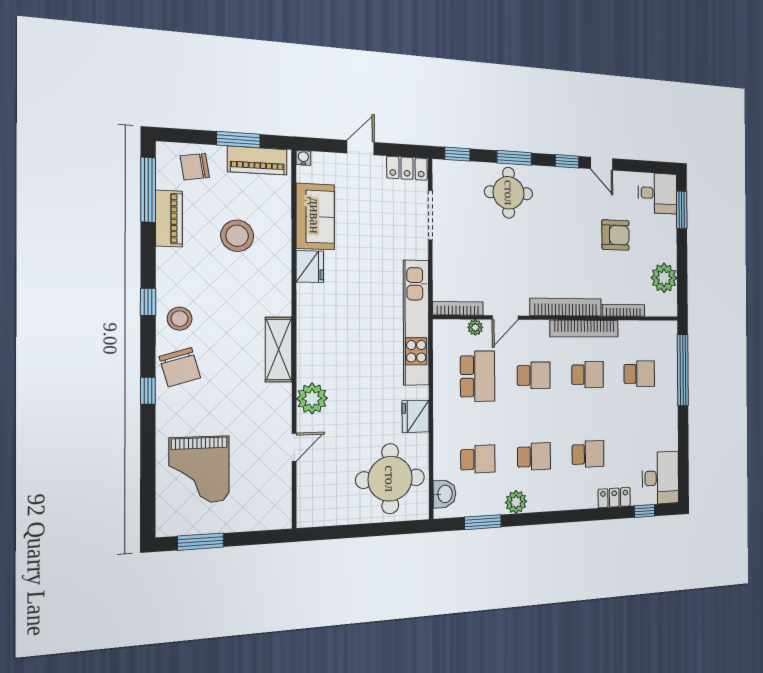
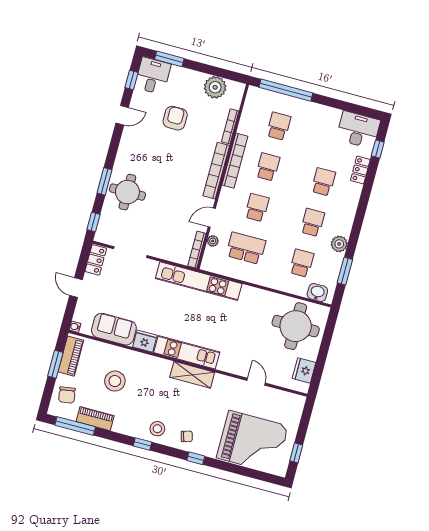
window: (567, 161) -> (132, 80), moved
door: (505, 318) -> (212, 218), swing flipped
kitchen unit: (310, 333) -> (187, 352), added
chair: (180, 367) -> (187, 436), width x0.54, depth x0.54
plant: (312, 399) -> (229, 362), removed
fridge: (416, 416) -> (304, 370), moved, turned 90
grand piano: (199, 470) -> (252, 442), width x1.37, depth x1.48
window: (201, 542) -> (296, 453), width x0.67

